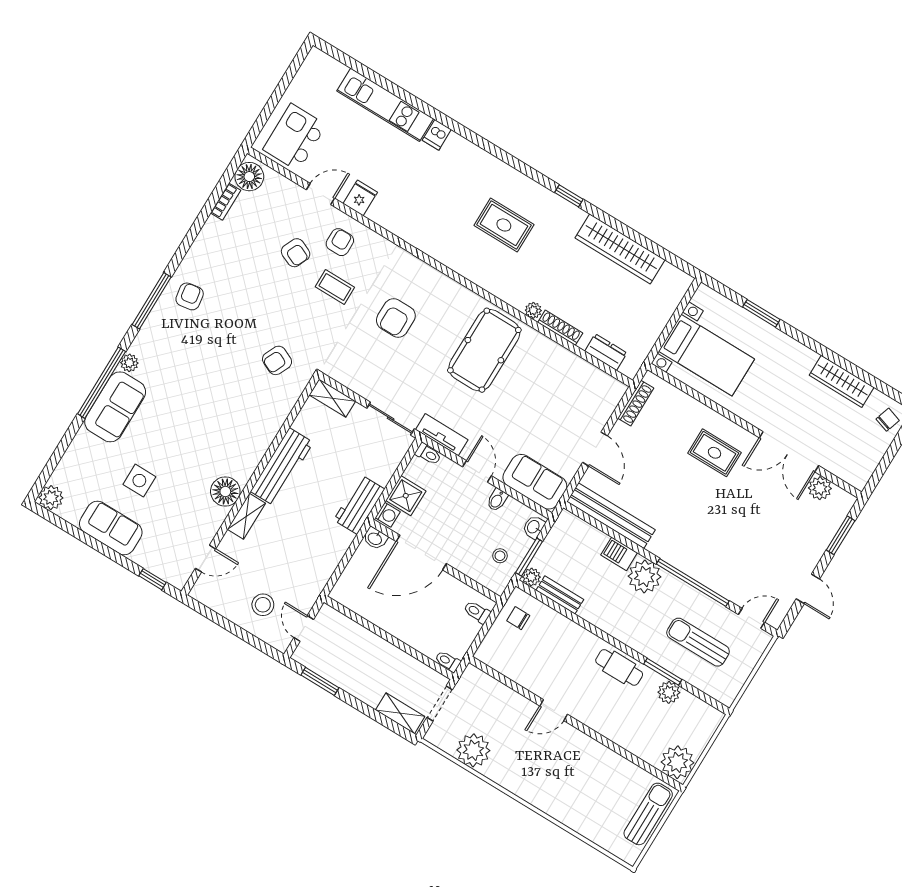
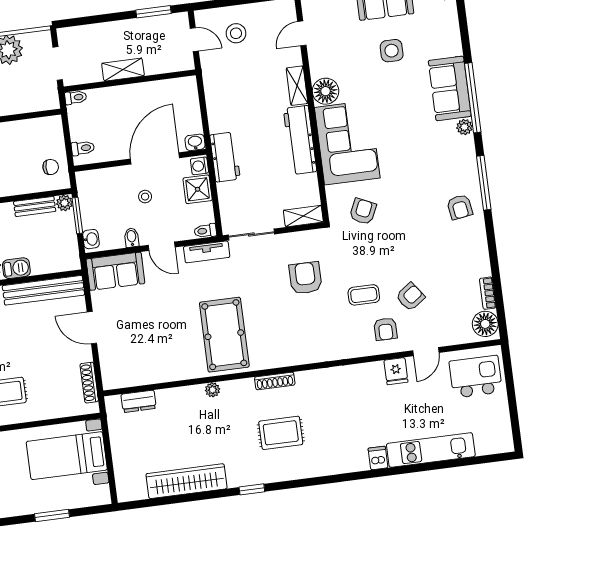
kitchen island: (295, 137) -> (476, 377), turned -90
armchair: (296, 253) -> (410, 297), turned 120
armchair: (396, 318) -> (305, 278), moved
shoe rack: (560, 328) -> (275, 381), moved
corner sofa: (243, 431) -> (347, 143), added
stool: (500, 556) -> (145, 197), moved
shelving: (400, 713) -> (123, 70), moved

